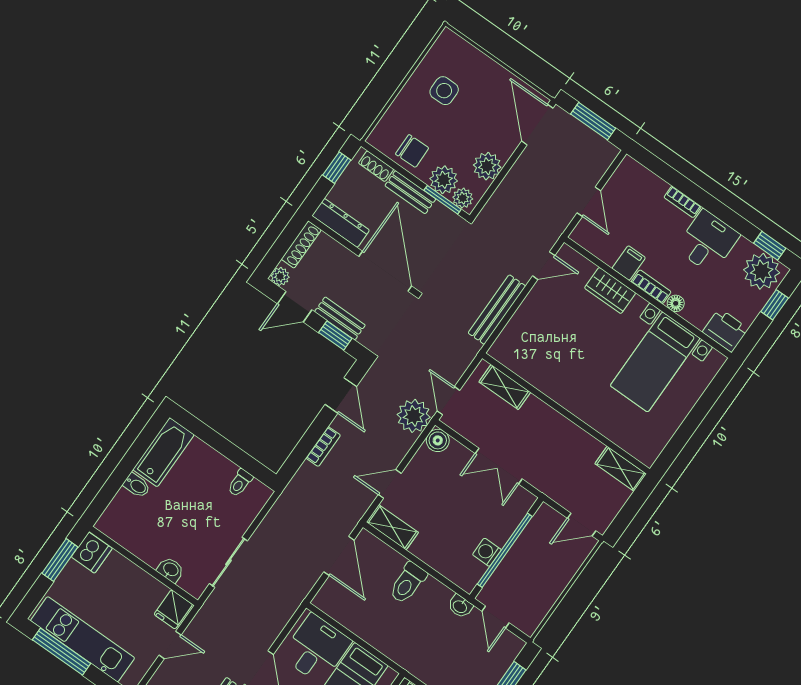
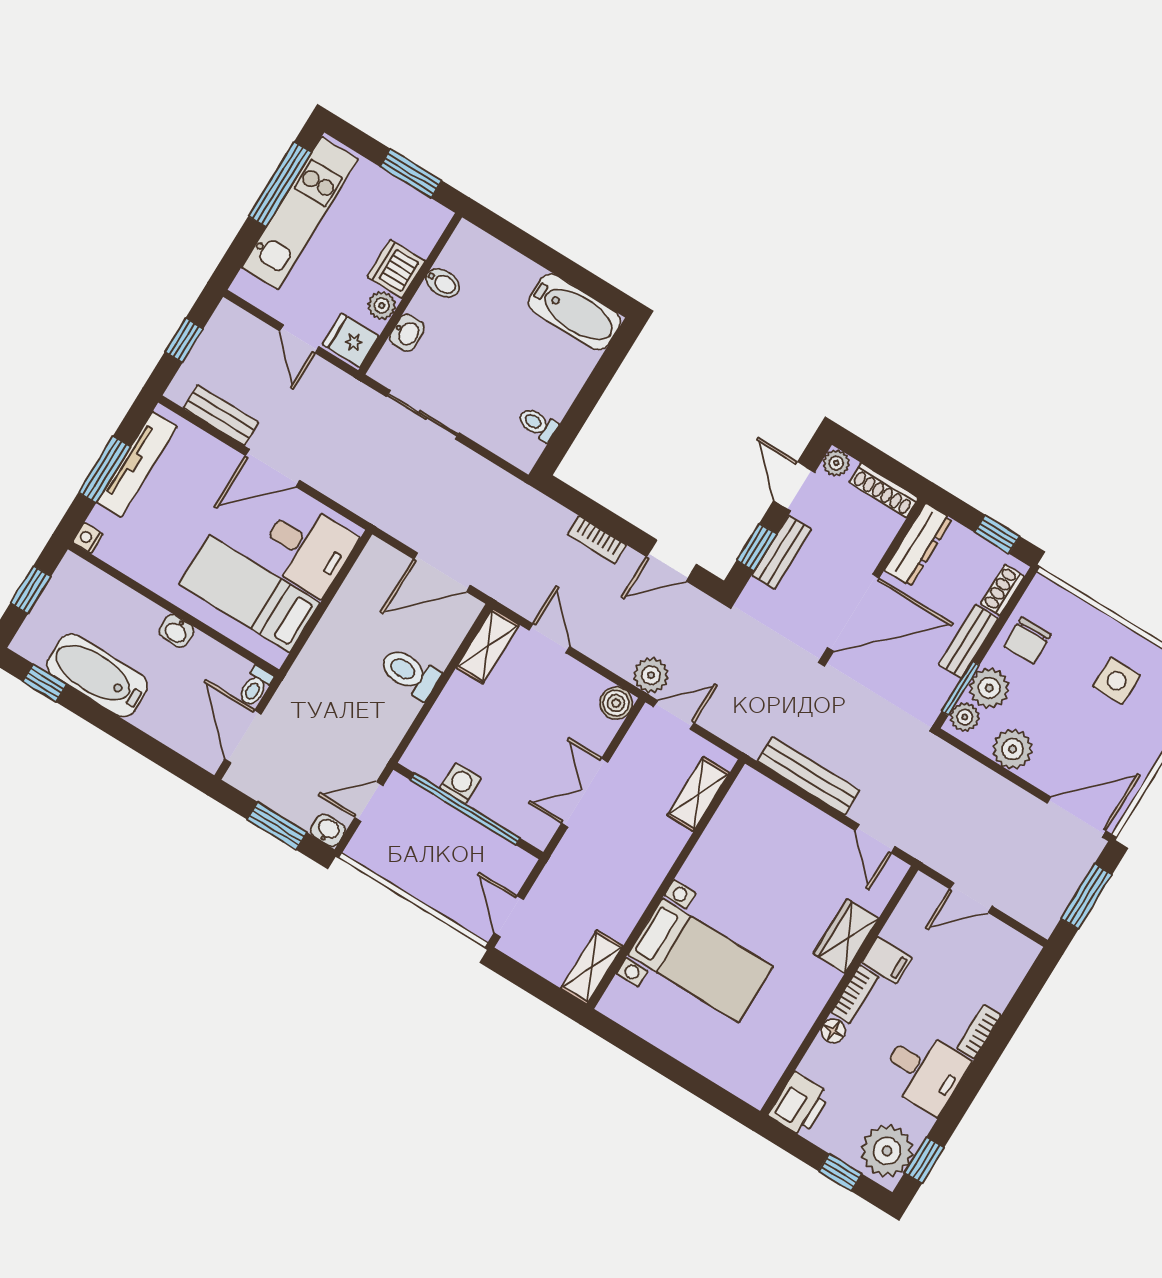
bed with nightstands: (655, 362) -> (700, 961), moved, turned 180
plant: (414, 416) -> (651, 675), width x0.73, depth x0.73
bidet: (137, 485) -> (443, 283), moved, turned -90
dishwasher: (92, 553) -> (396, 269), moved, turned 90
plant: (150, 586) -> (382, 305), added
washbasin: (460, 606) -> (328, 830), moved, turned 90

